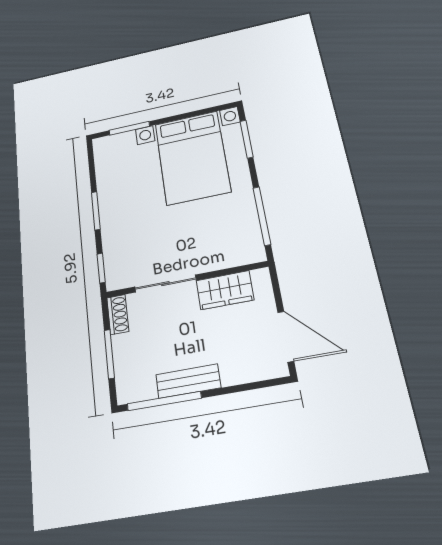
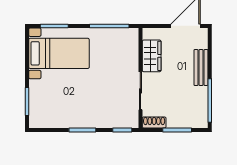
bed with nightstands: (192, 157) -> (59, 53), width x0.73
bench: (188, 381) -> (201, 68), moved

